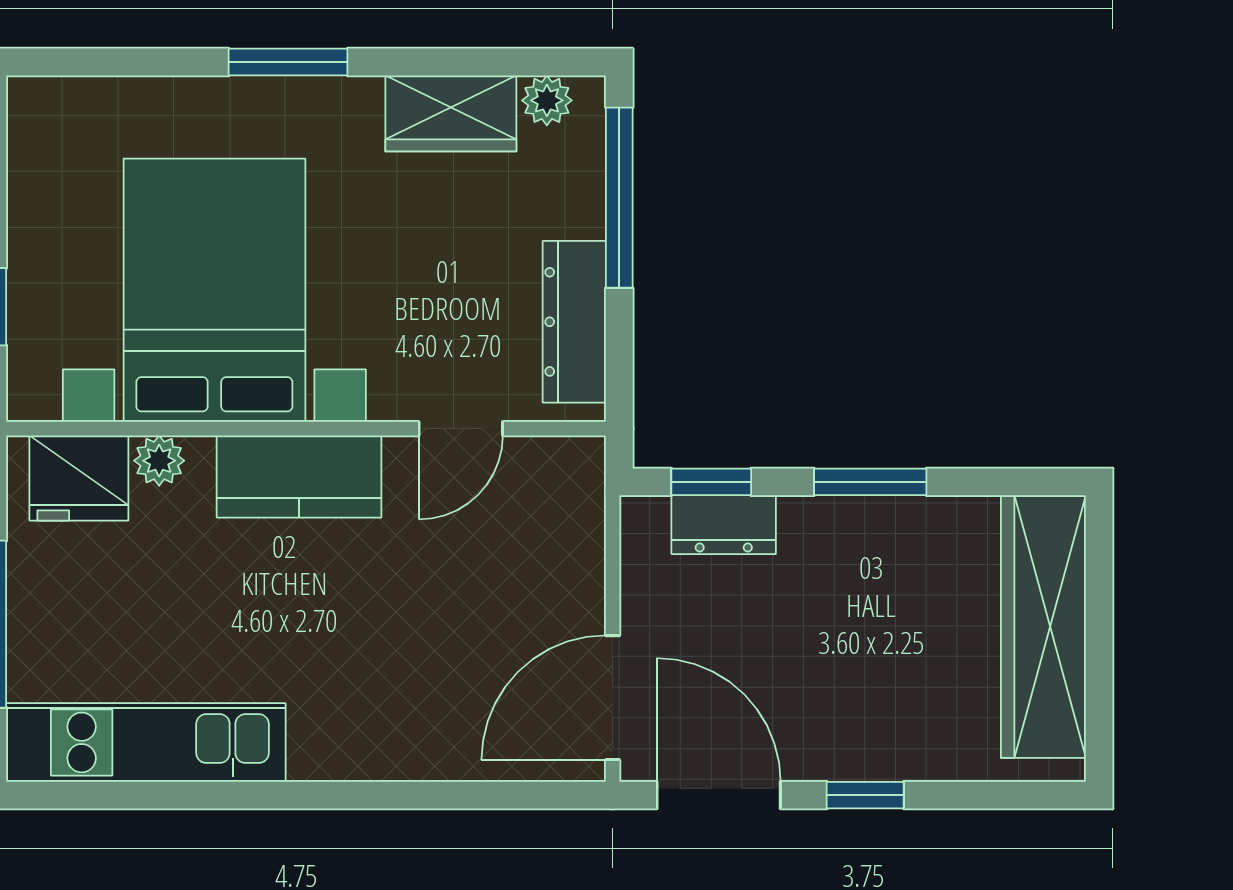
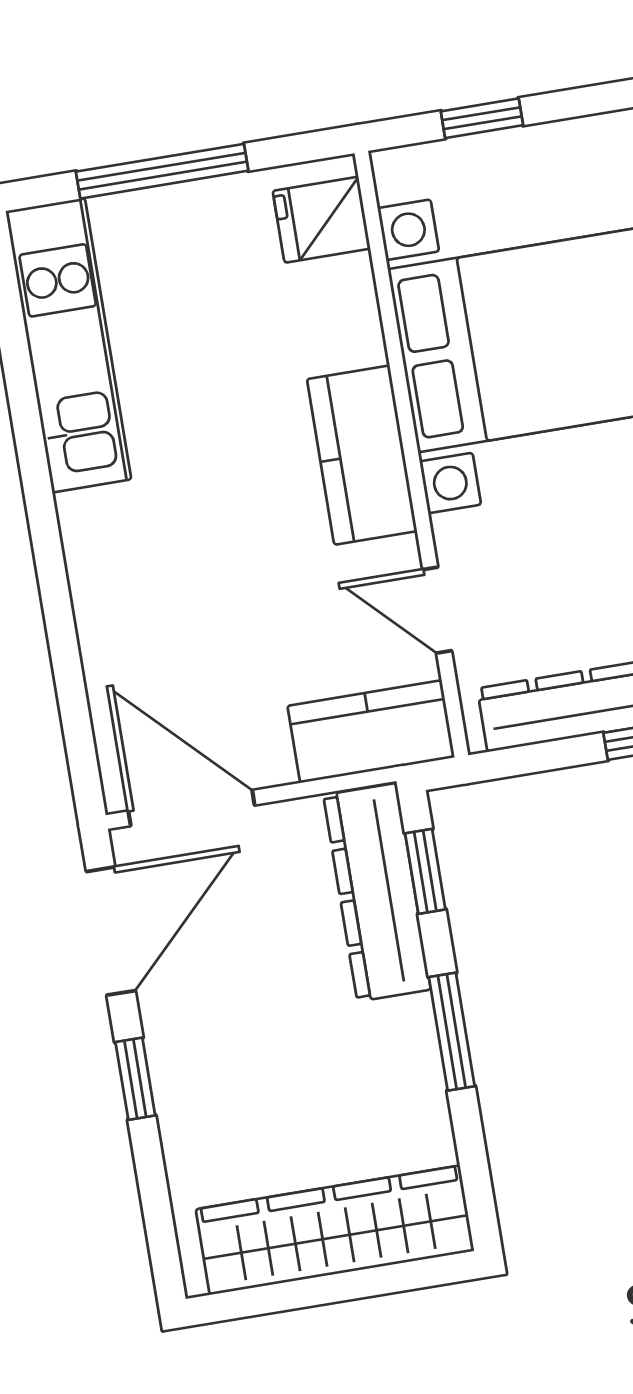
plant: (159, 461) -> (355, 312), removed
fridge: (79, 478) -> (322, 220), width x0.72
kitchen counter: (568, 512) -> (371, 732), added
dresser: (724, 525) -> (377, 892), width x1.96, depth x1.24

